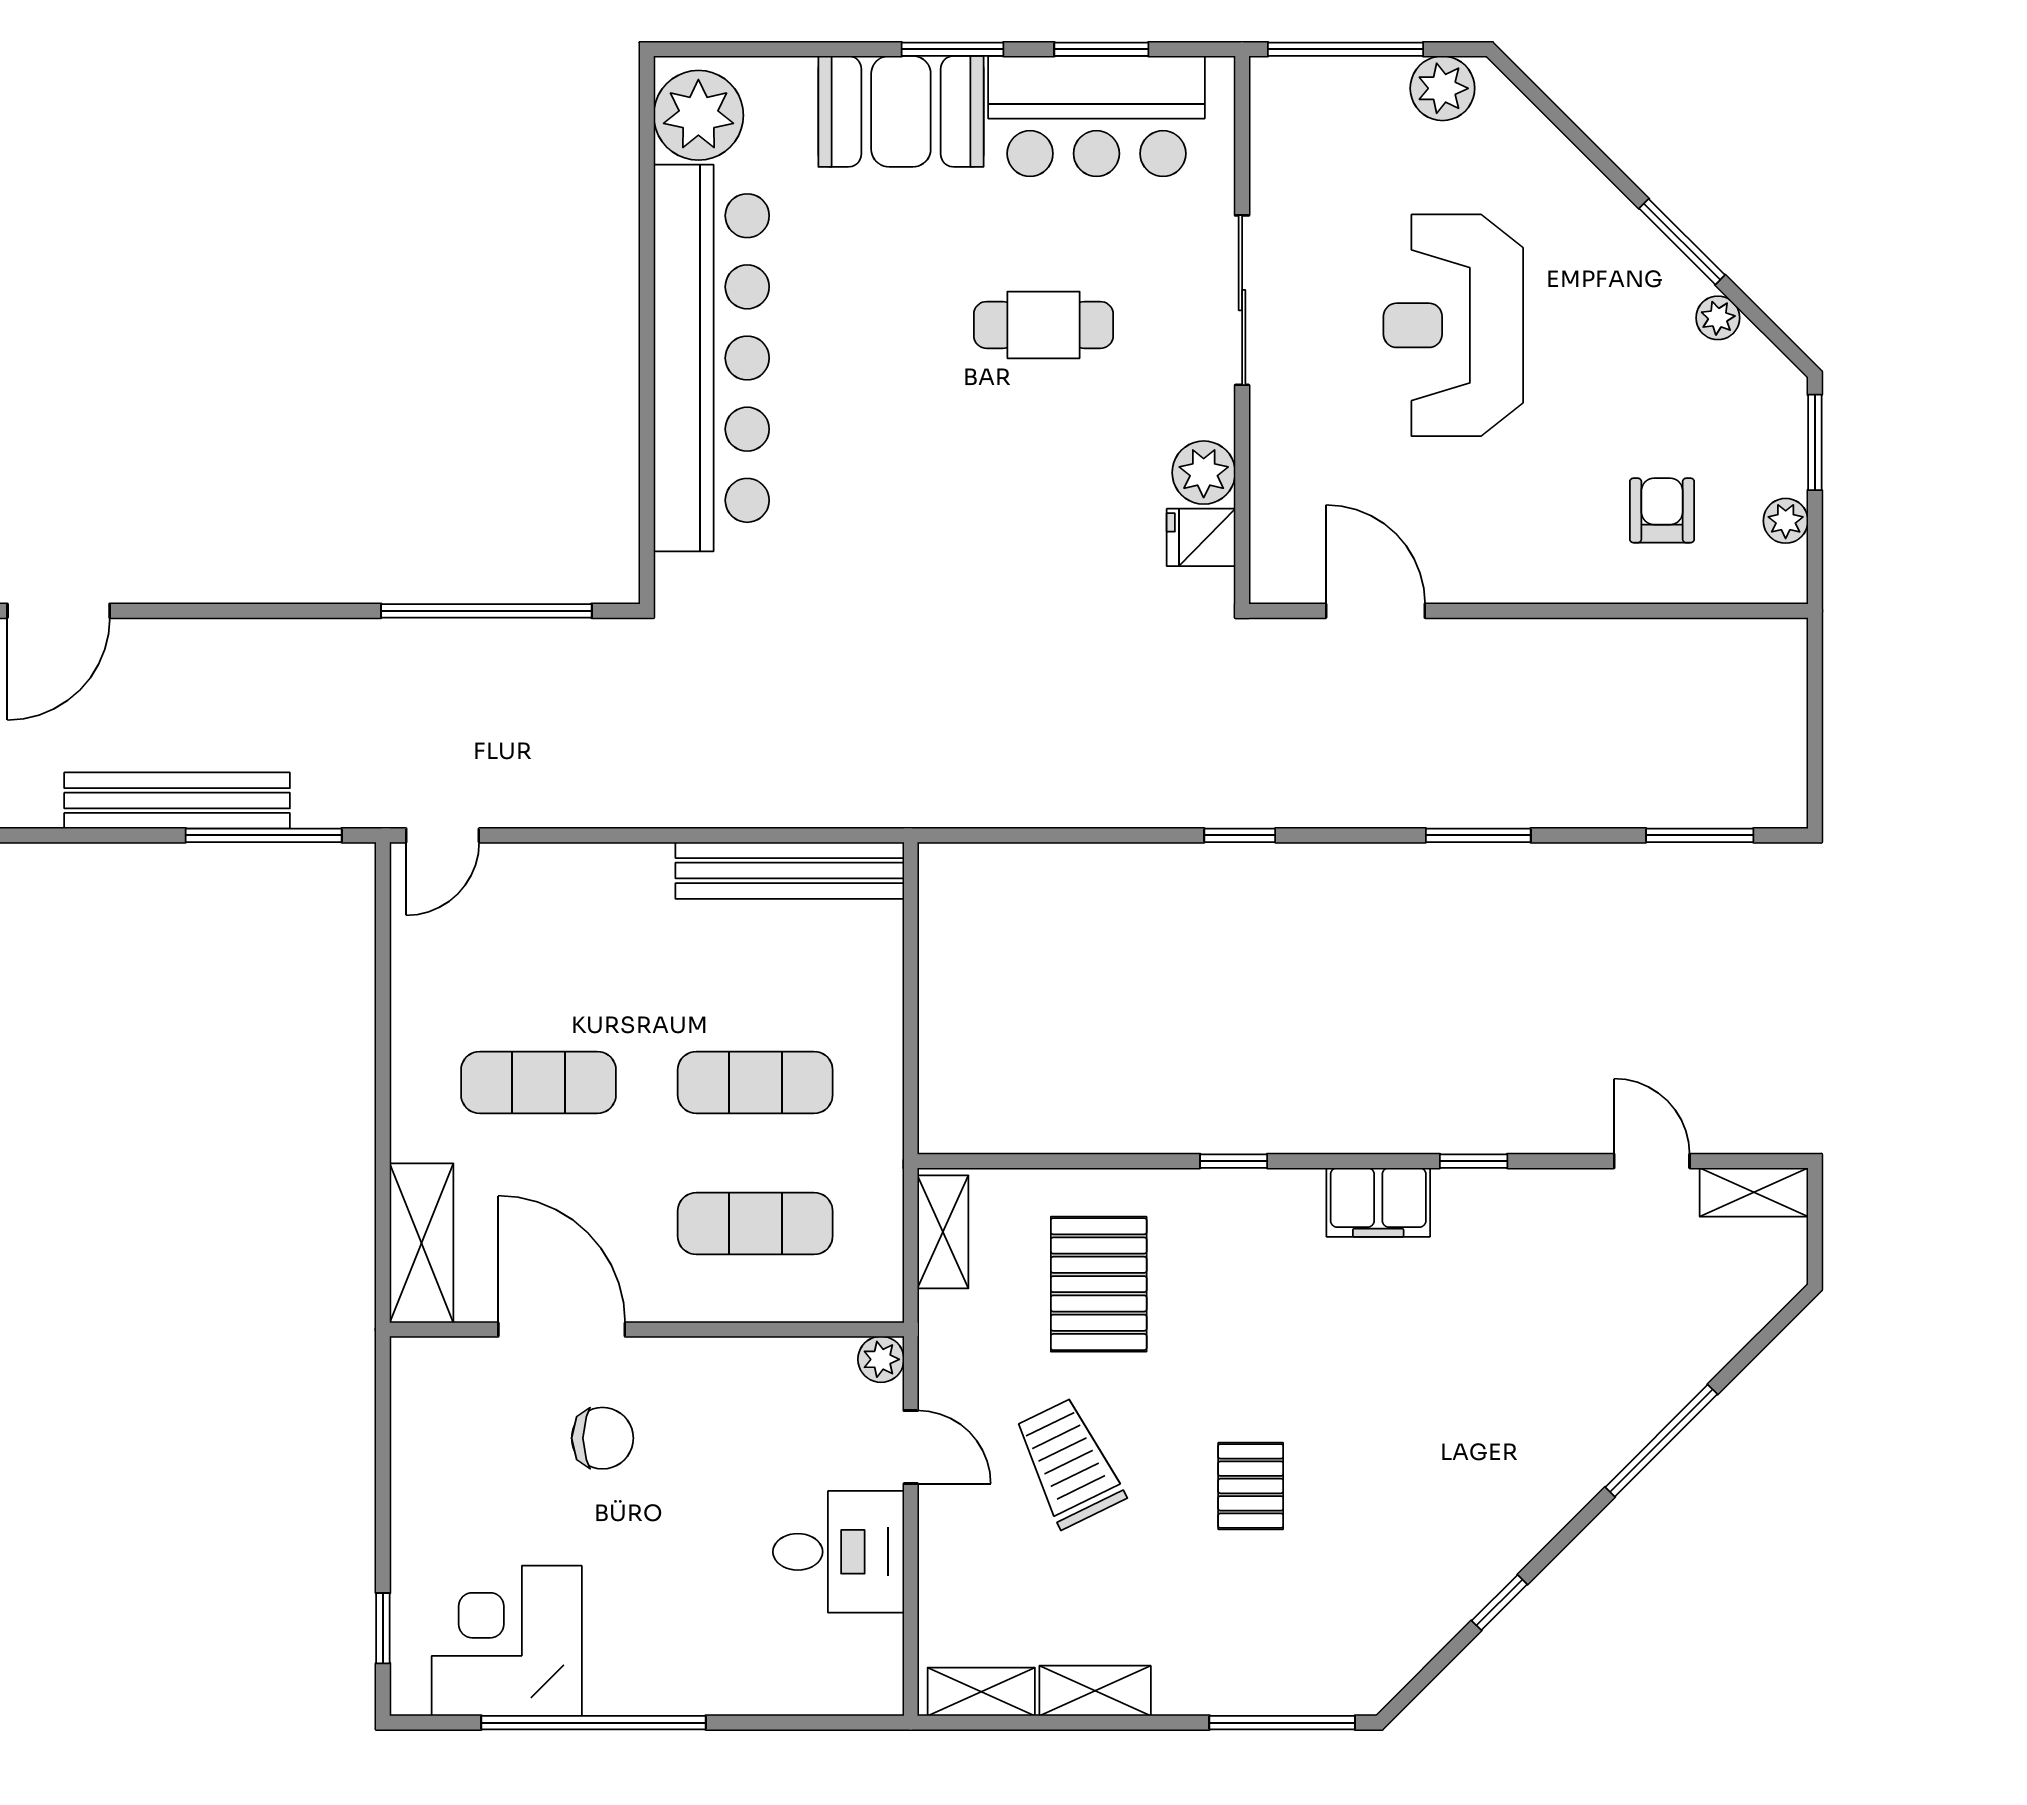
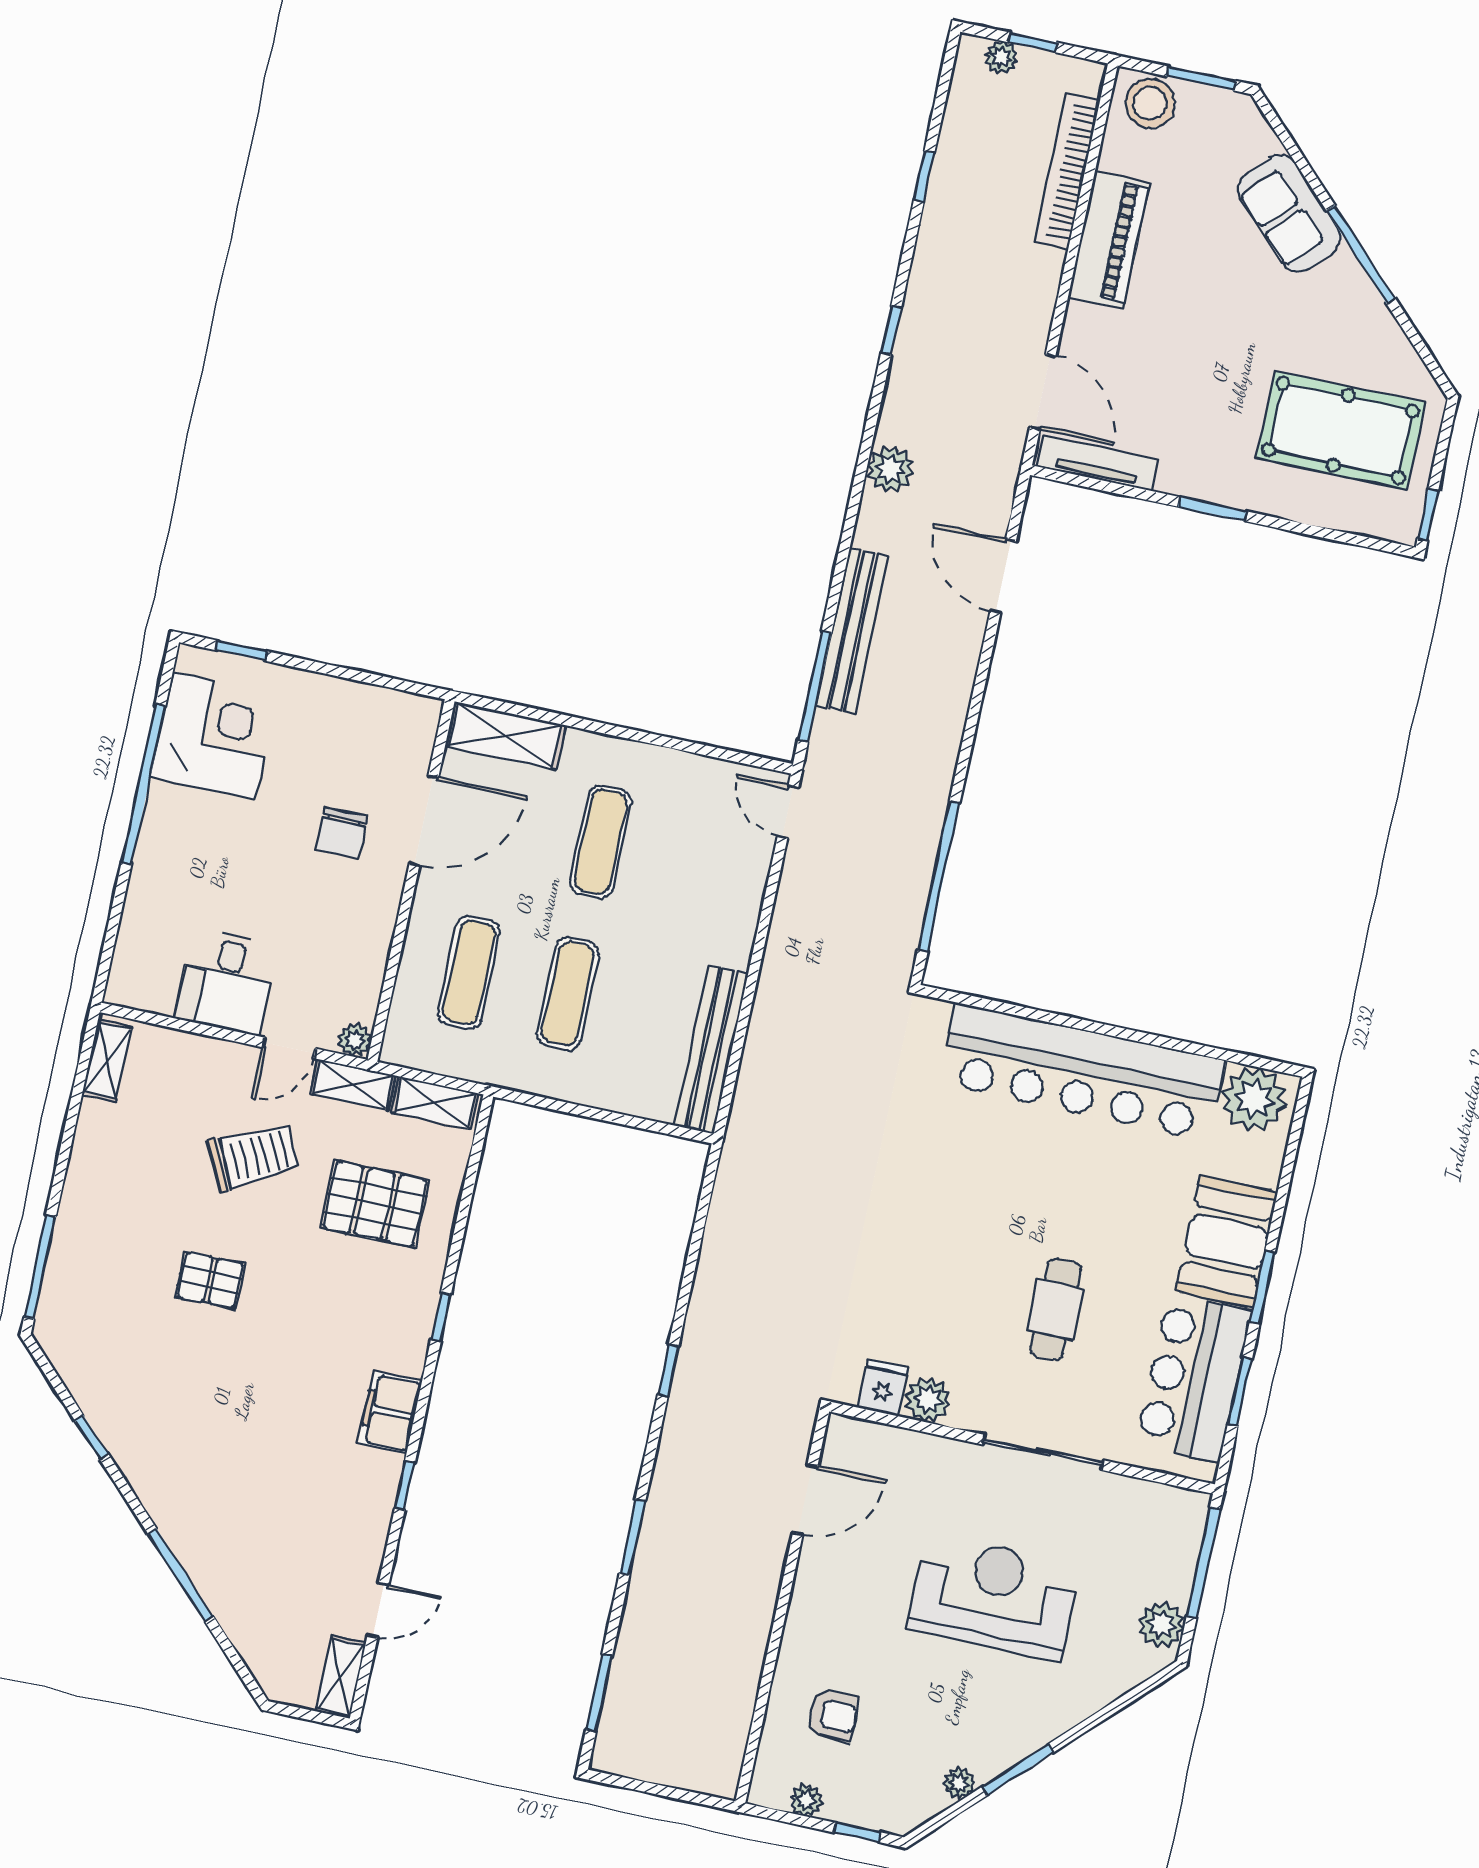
window: (1815, 442) -> (857, 1832), width x0.67
shelving: (1095, 1691) -> (353, 1085), moved, turned 90

